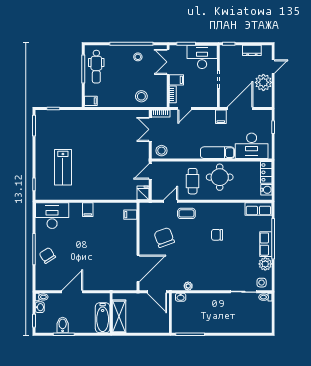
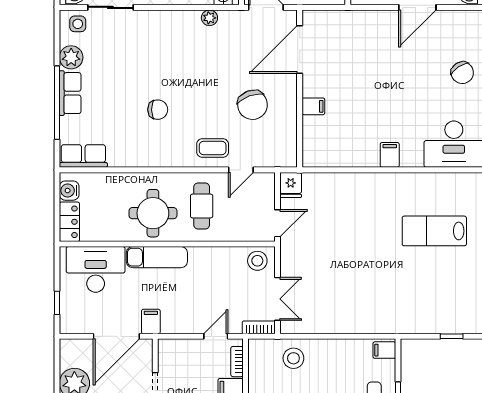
lab bench: (63, 167) -> (434, 231), turned -90
filing cabinet: (130, 215) -> (313, 106), moved

